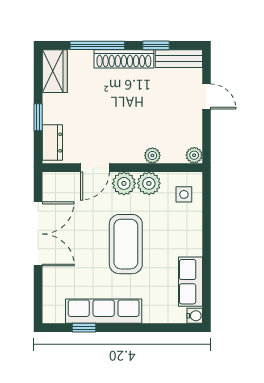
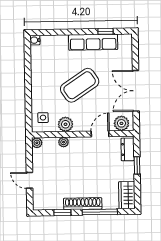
bench: (179, 59) -> (48, 204), removed
plant: (124, 183) -> (121, 123), moved
coffee table: (126, 244) -> (80, 85), turned 56
row of seats: (190, 282) -> (38, 62), removed

